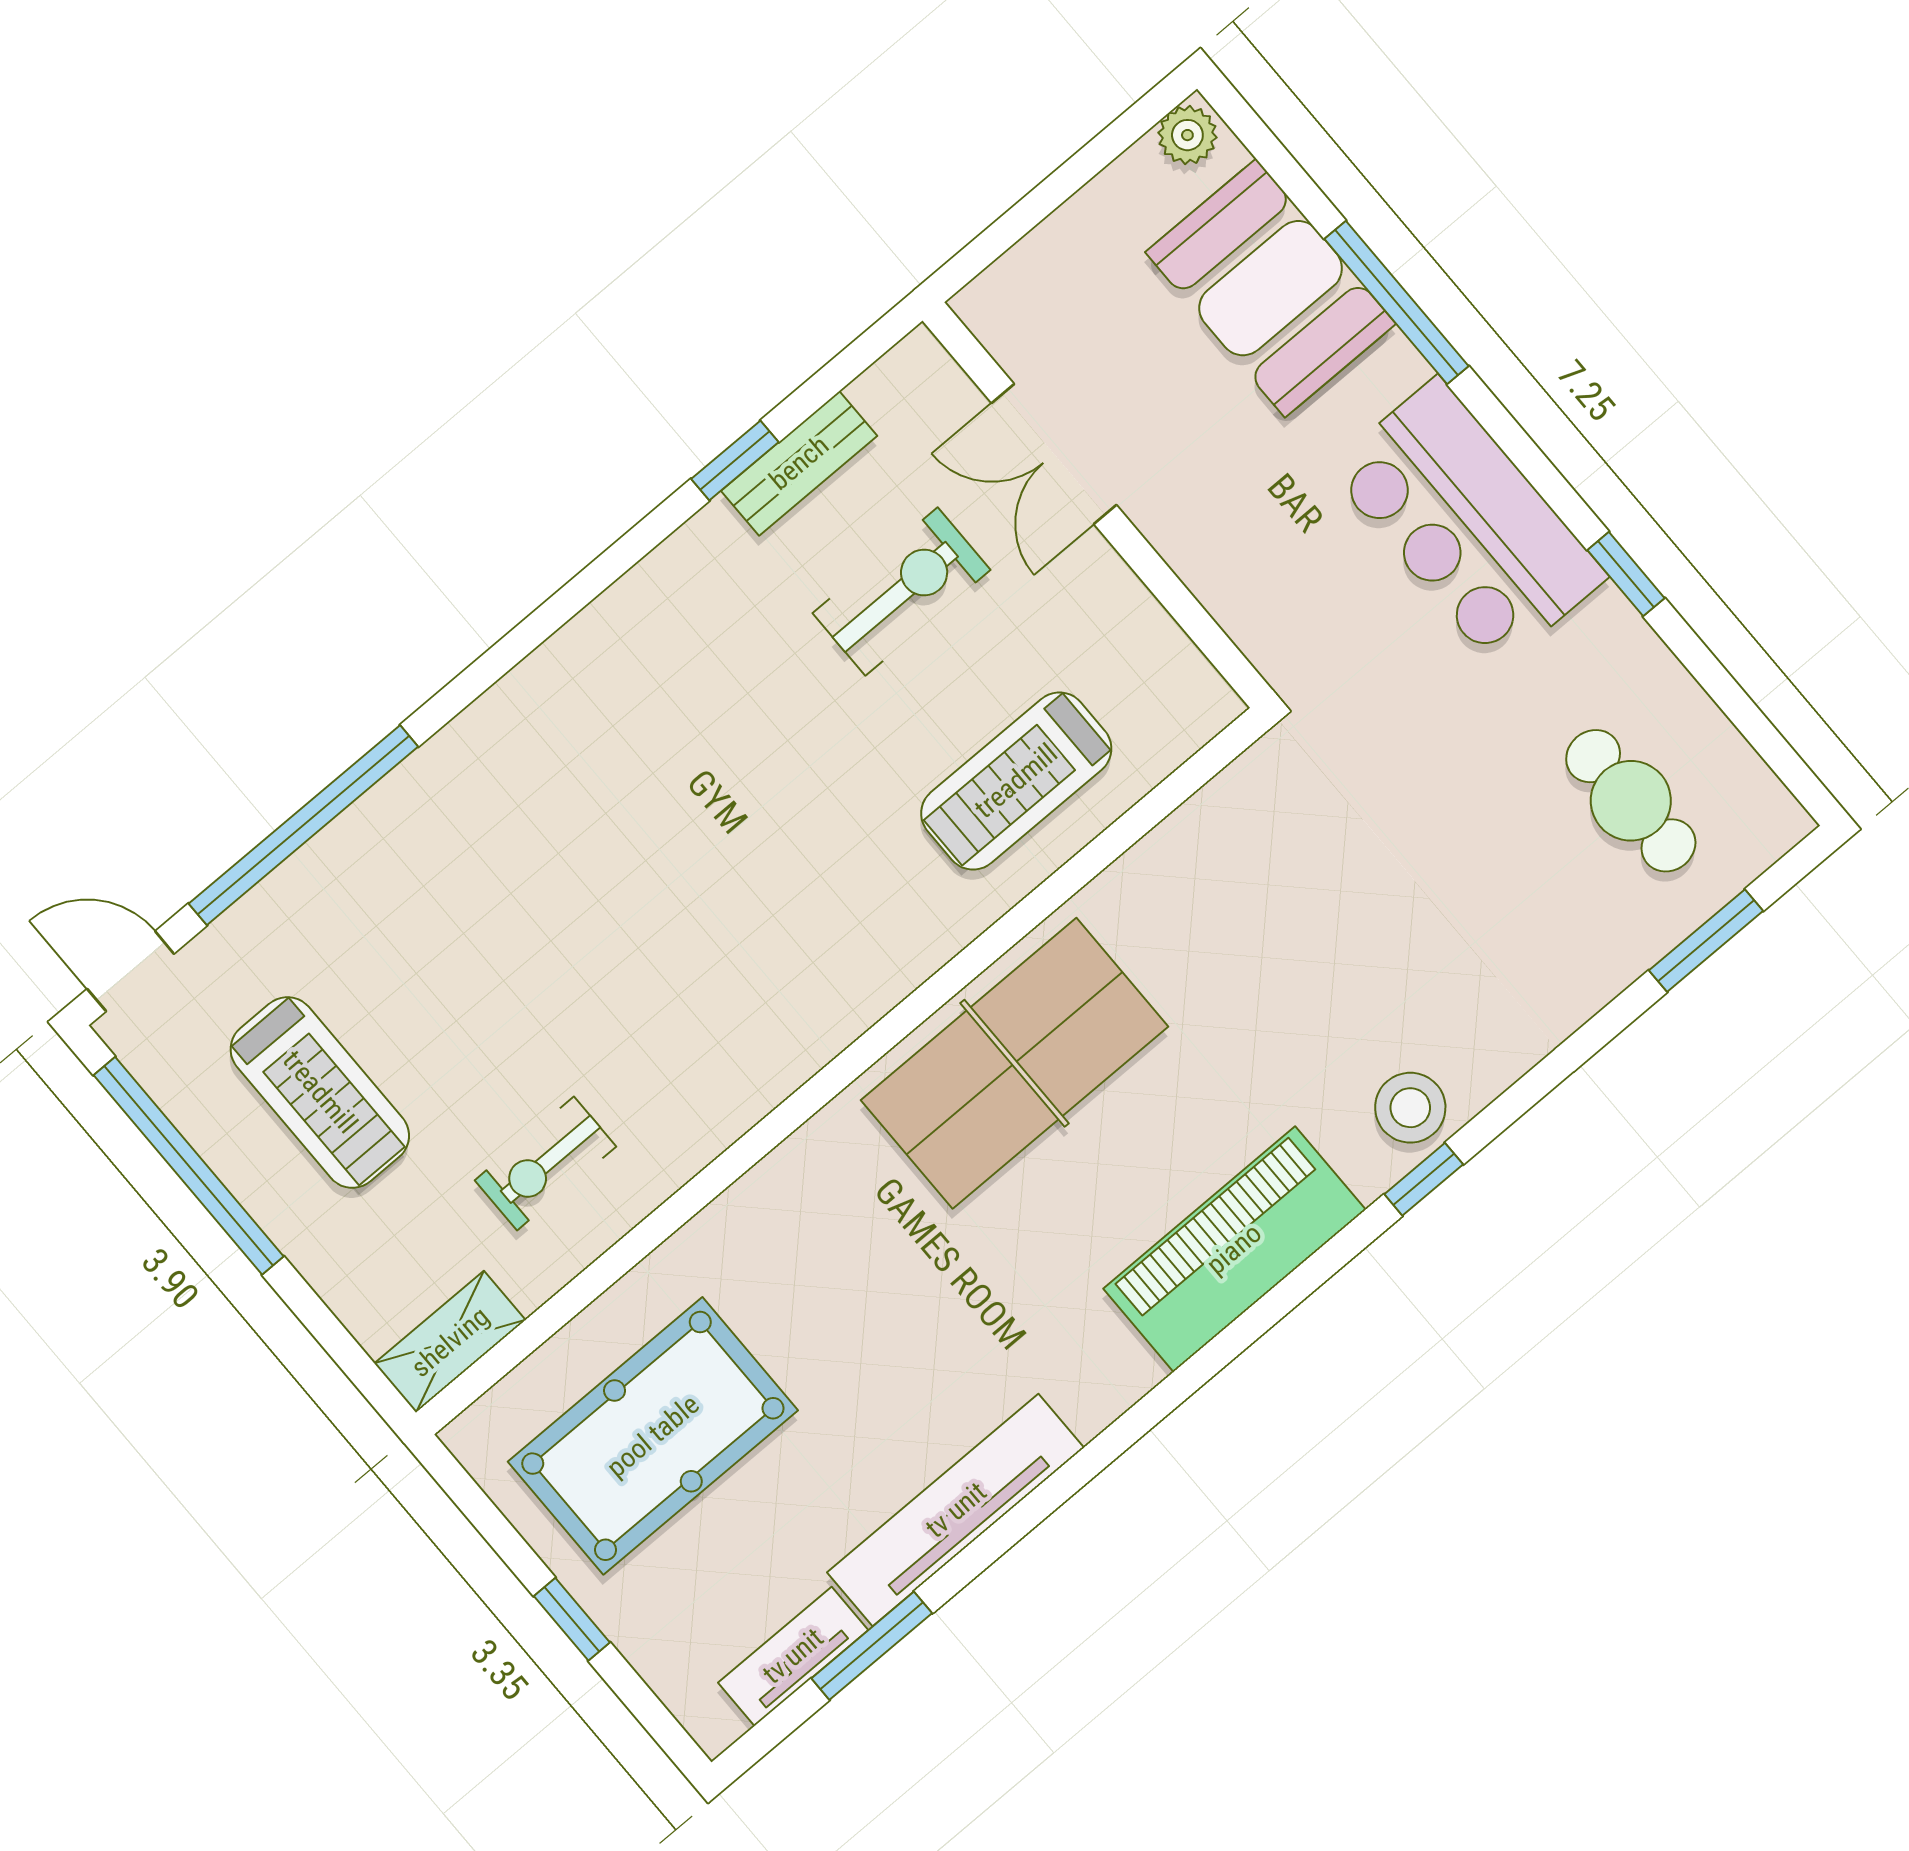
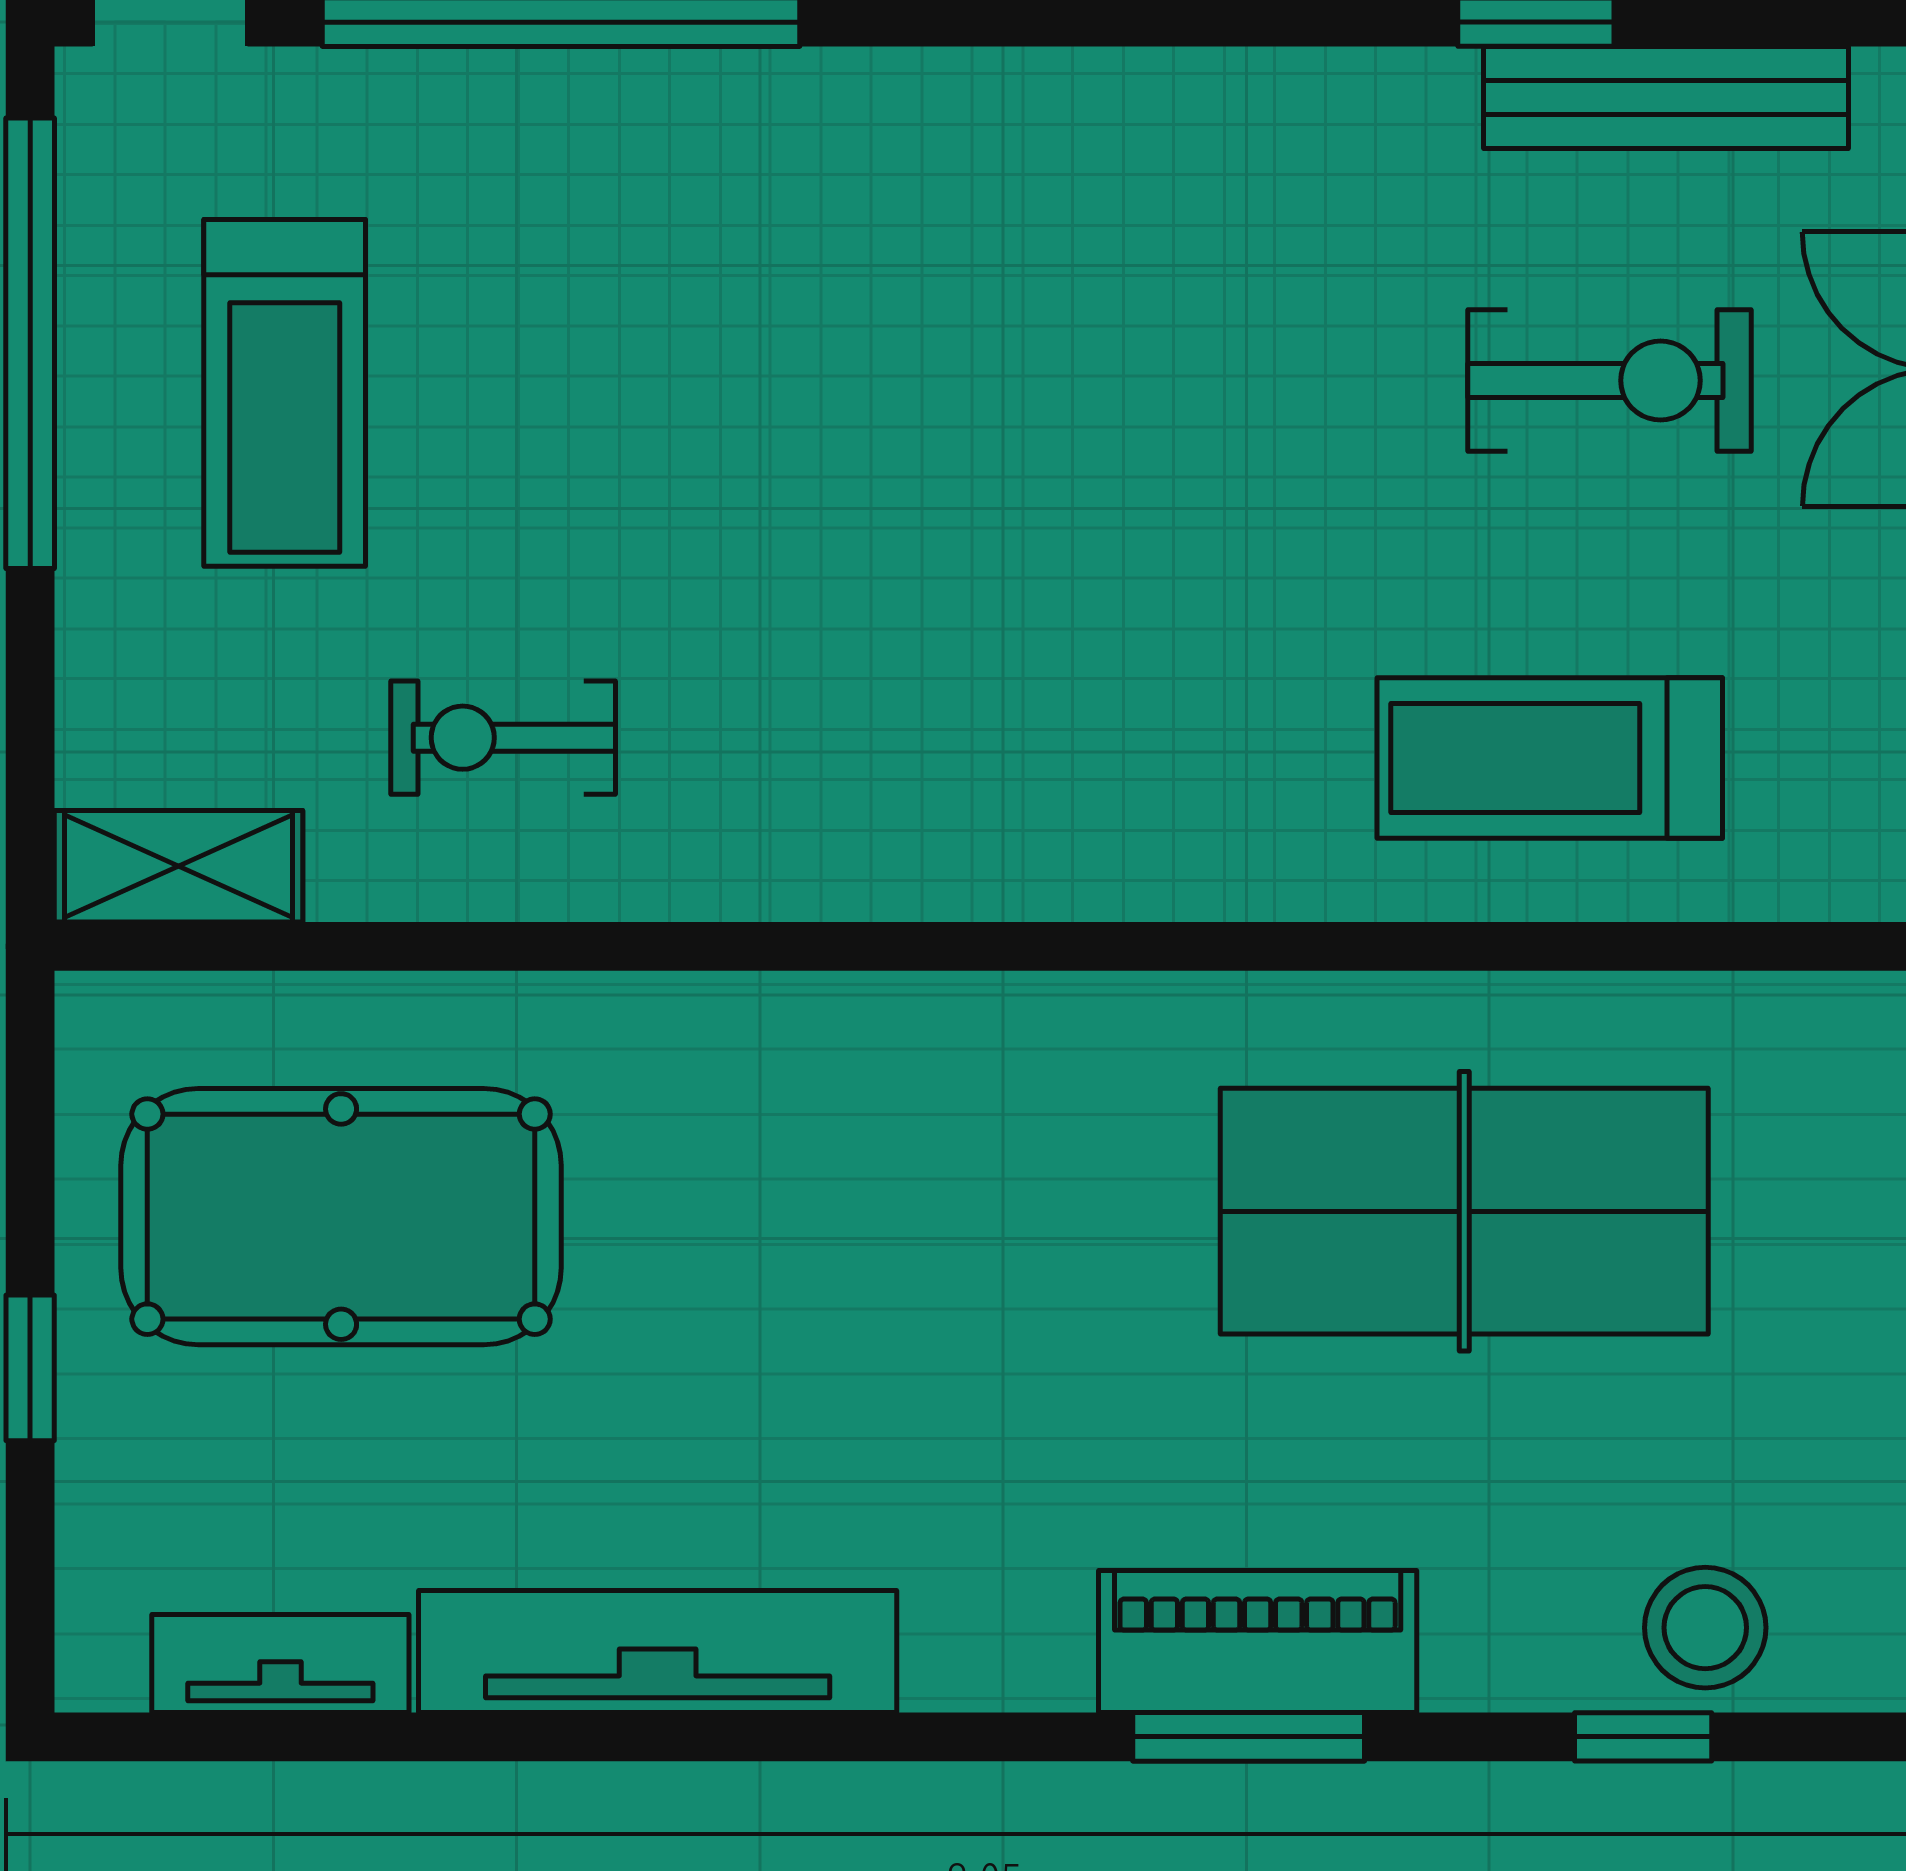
bench: (799, 463) -> (1666, 97), width x1.36
table tennis table: (1015, 1063) -> (1464, 1211), moved
piano: (1234, 1249) -> (1258, 1641), width x0.73, depth x0.75
window: (872, 1646) -> (1249, 1737), moved

